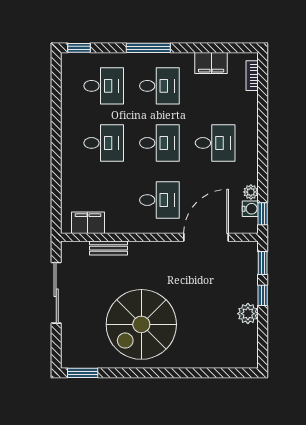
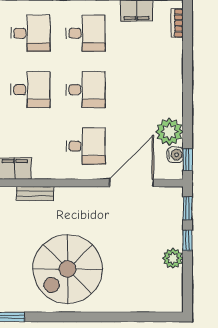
desk: (215, 143) -> (141, 90), removed
plant: (251, 192) -> (169, 132), width x1.87, depth x1.87

